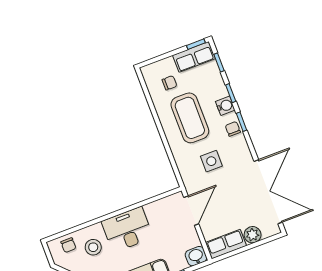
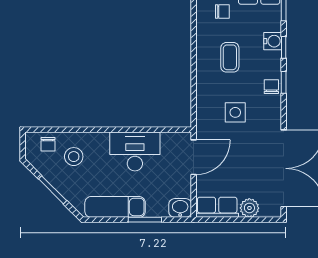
water cooler: (225, 106) -> (273, 41), moved
coffee table: (190, 118) -> (230, 57), width x0.54, depth x0.58
desk: (127, 230) -> (135, 151), moved

